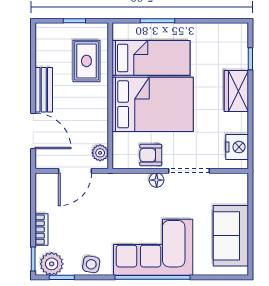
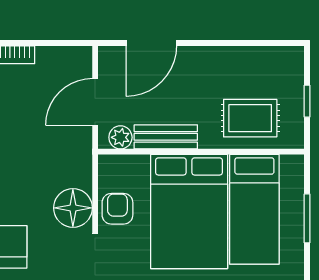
bench: (44, 90) -> (166, 137), moved
door: (75, 171) -> (95, 102), hinge flipped
floor lamp: (157, 180) -> (73, 208), width x1.89, depth x1.89

